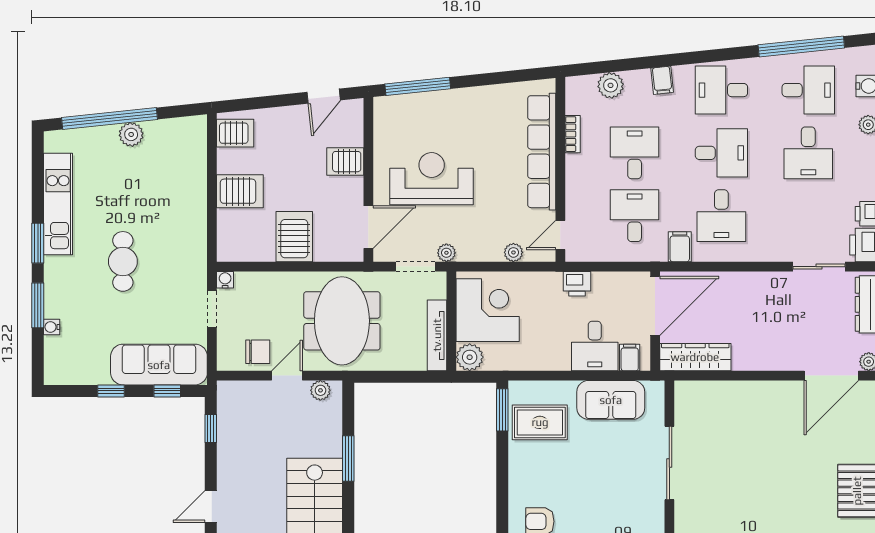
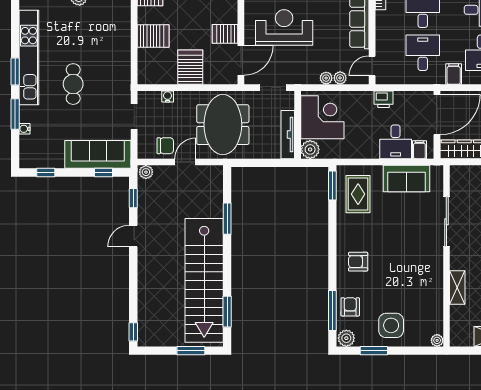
server rack: (345, 162) -> (225, 34), moved
kitchen unit: (58, 204) -> (29, 57), width x1.36
plant: (446, 253) -> (326, 78), moved
water cooler: (225, 280) -> (168, 96), moved
plant: (320, 390) -> (146, 172), moved
window: (111, 391) -> (46, 173), moved
rug: (540, 422) -> (358, 194), turned 90
door: (211, 506) -> (133, 236), moved

